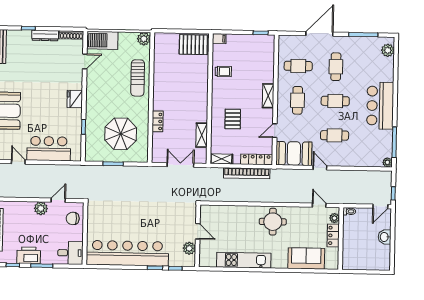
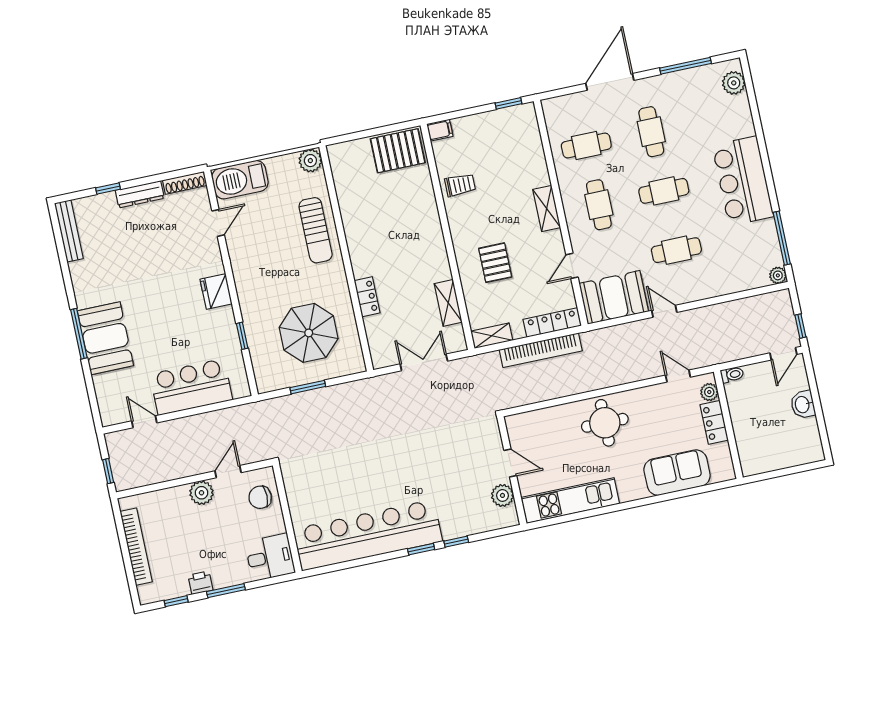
door: (198, 231) -> (510, 463), moved
wall: (198, 236) -> (512, 471), moved
plant: (189, 248) -> (502, 495), moved
printer: (29, 255) -> (200, 583), width x0.53, depth x0.68

